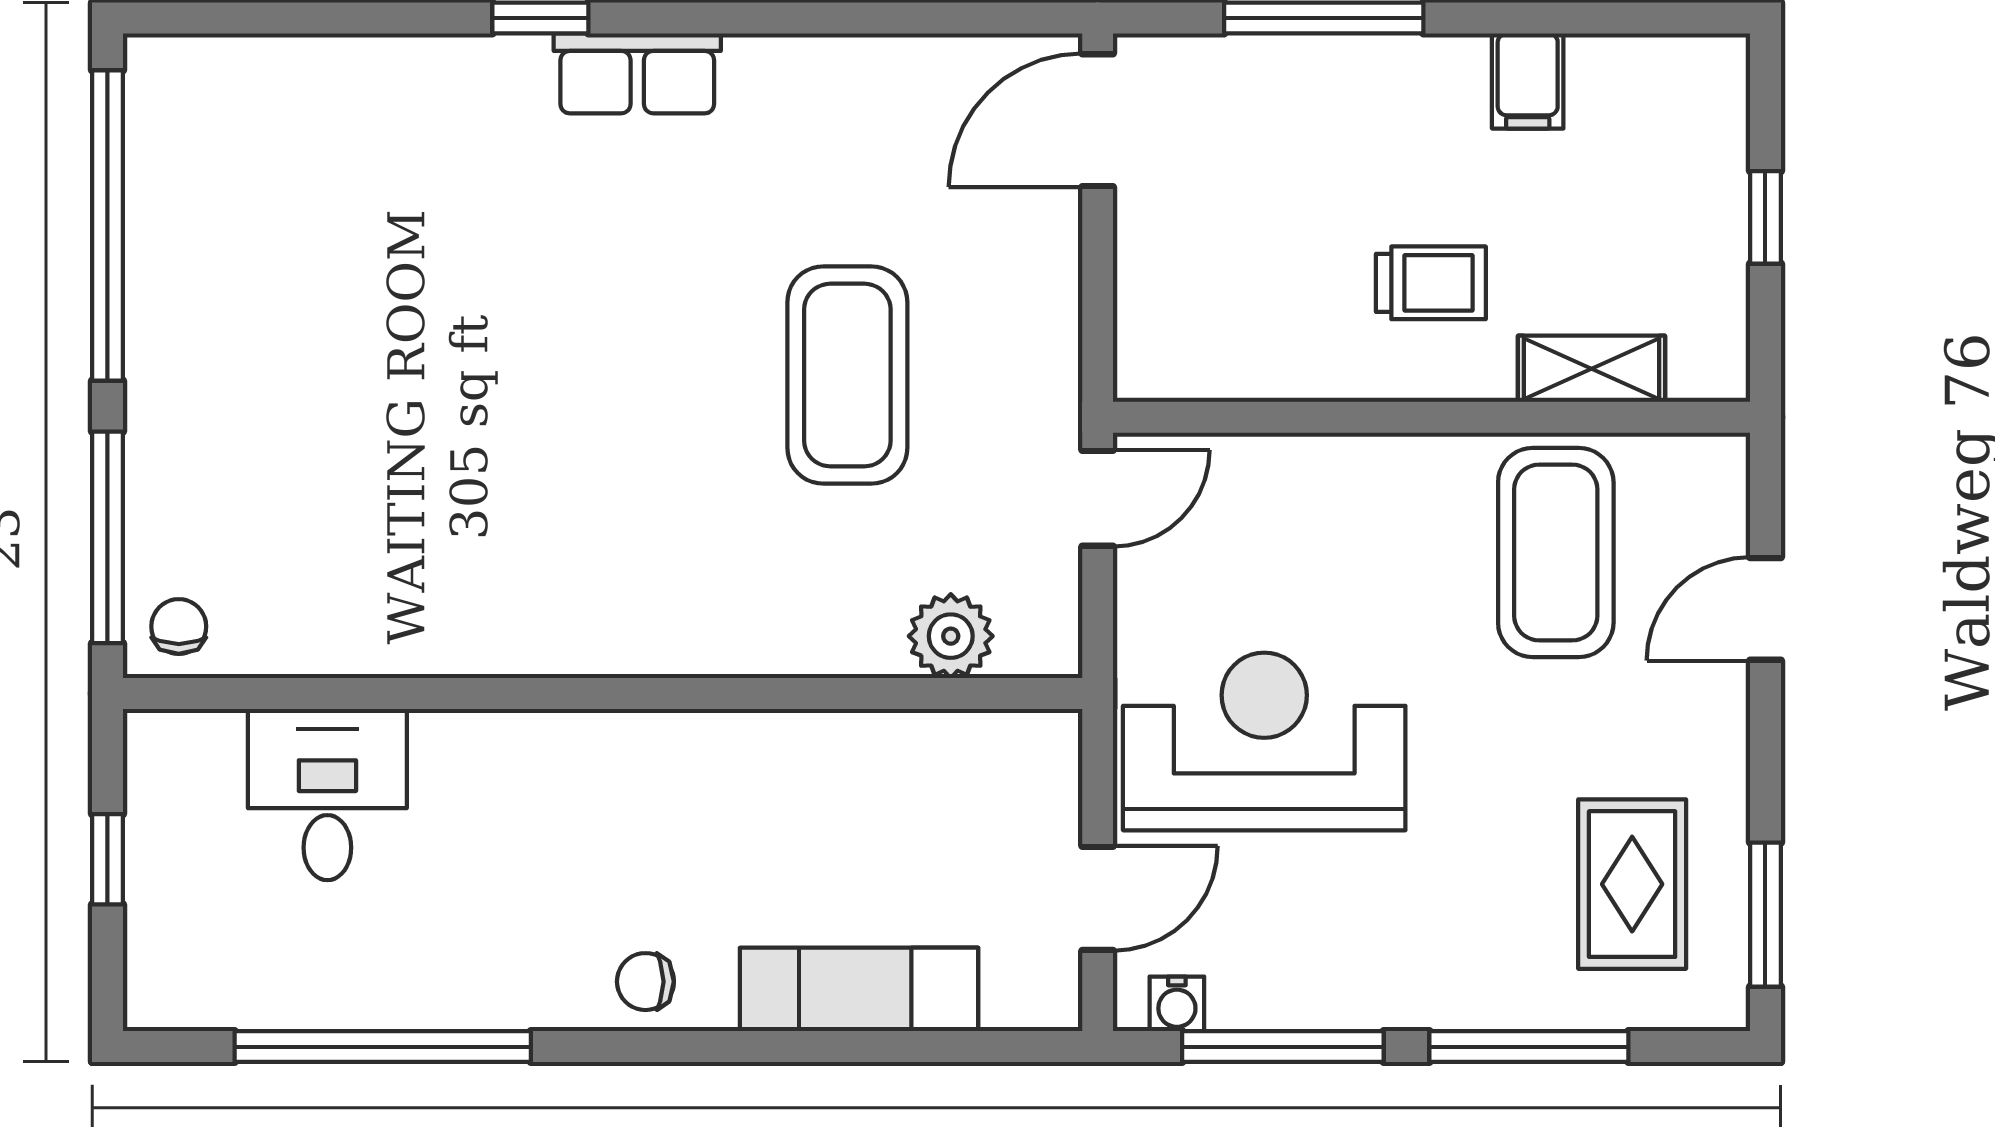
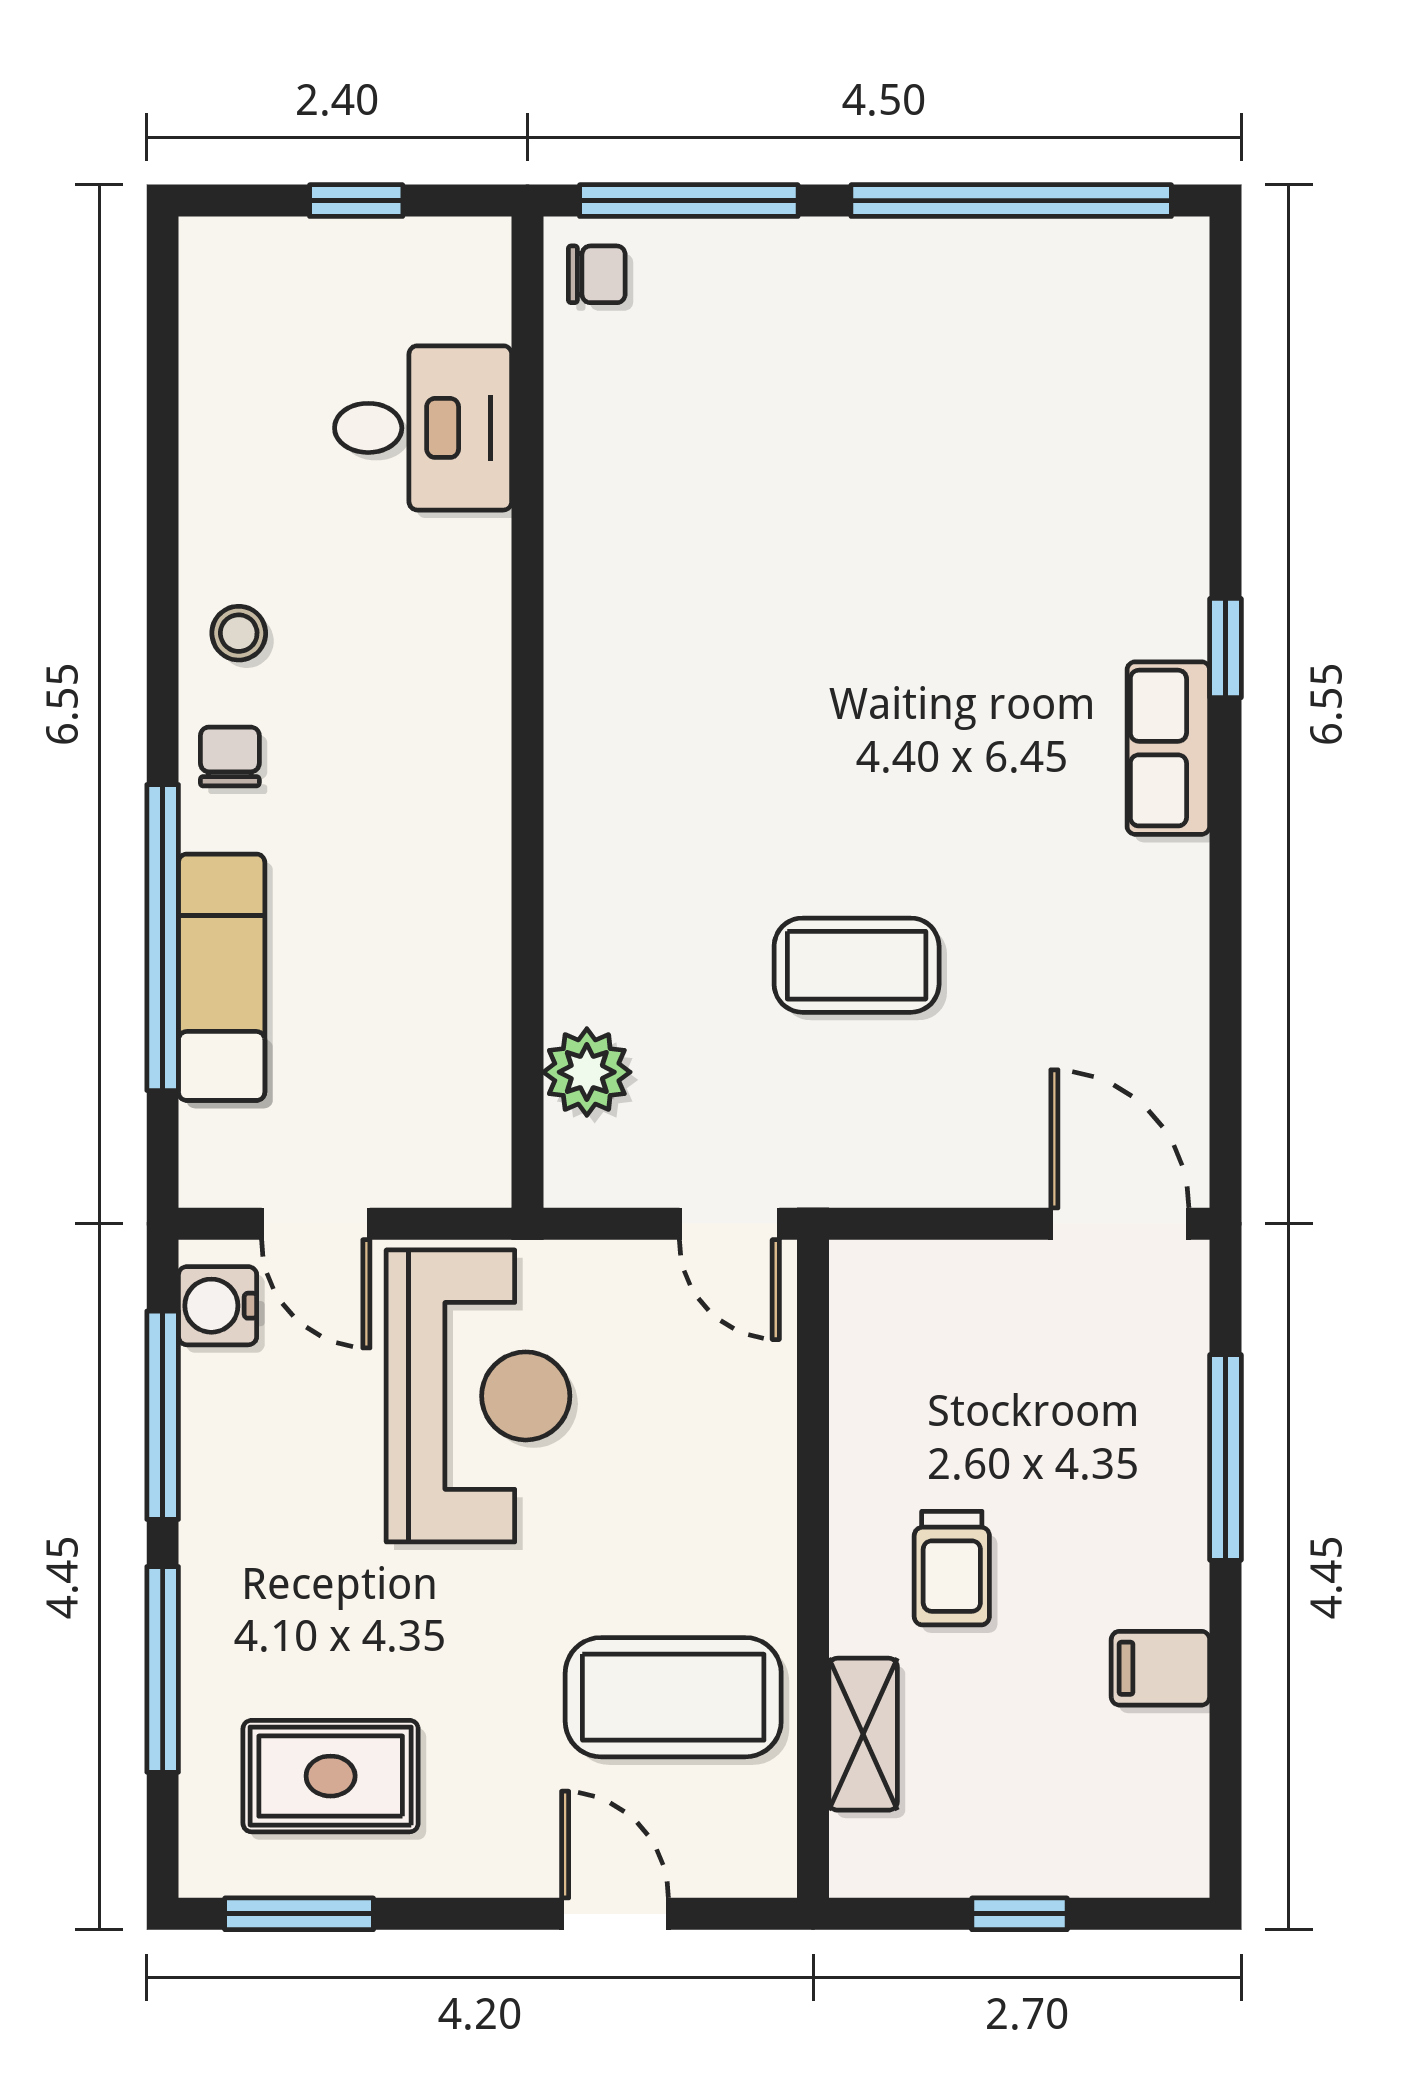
coffee table: (847, 375) -> (857, 965), width x0.73, depth x0.76
stool: (526, 973) -> (239, 633), added
water cooler: (1177, 1004) -> (218, 1306), width x1.38, depth x1.38
window: (383, 1047) -> (163, 938), moved

